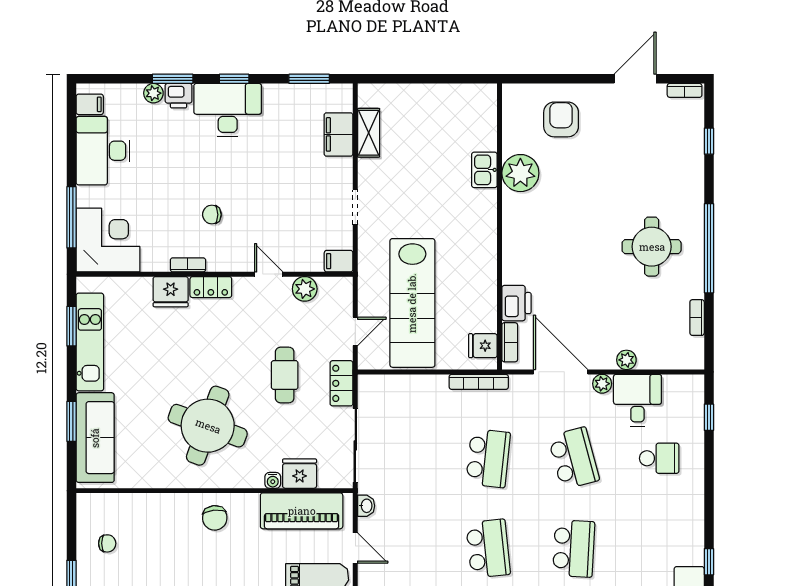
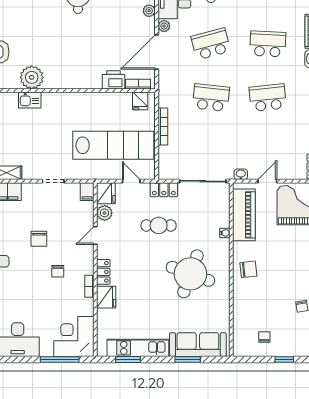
chair: (263, 184) -> (39, 239), added
bookcase: (479, 382) -> (163, 127), moved
fridge: (300, 474) -> (106, 193), moved, turned 180

